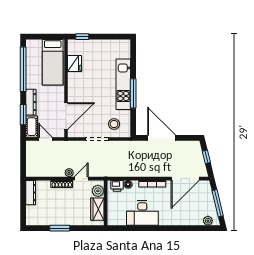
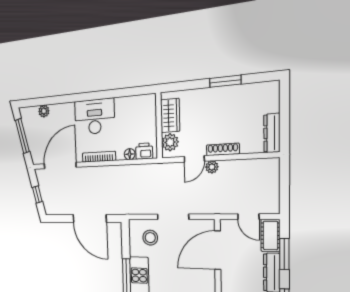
desk: (142, 213) -> (95, 117), moved
plant: (208, 221) -> (44, 111), moved

